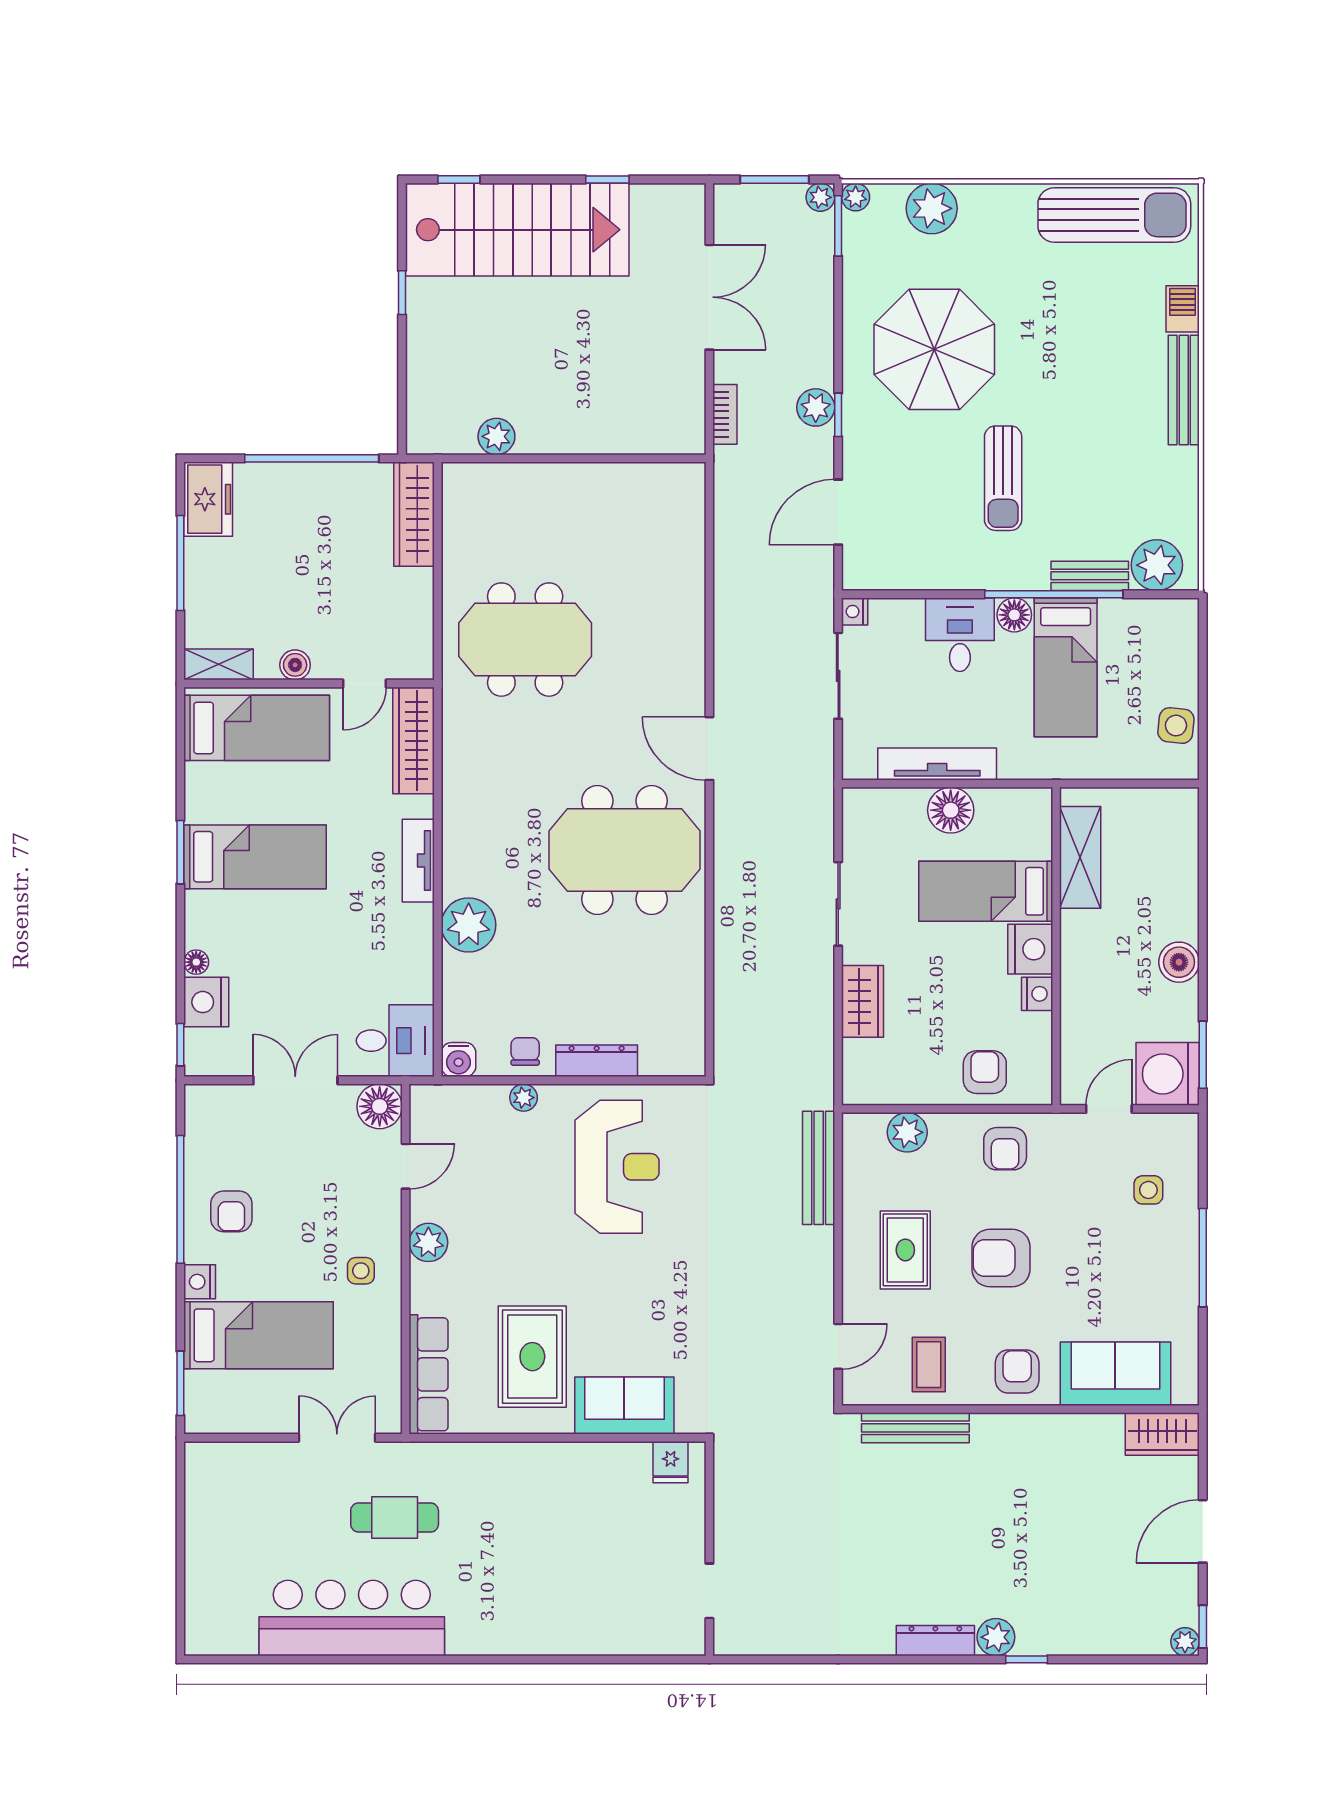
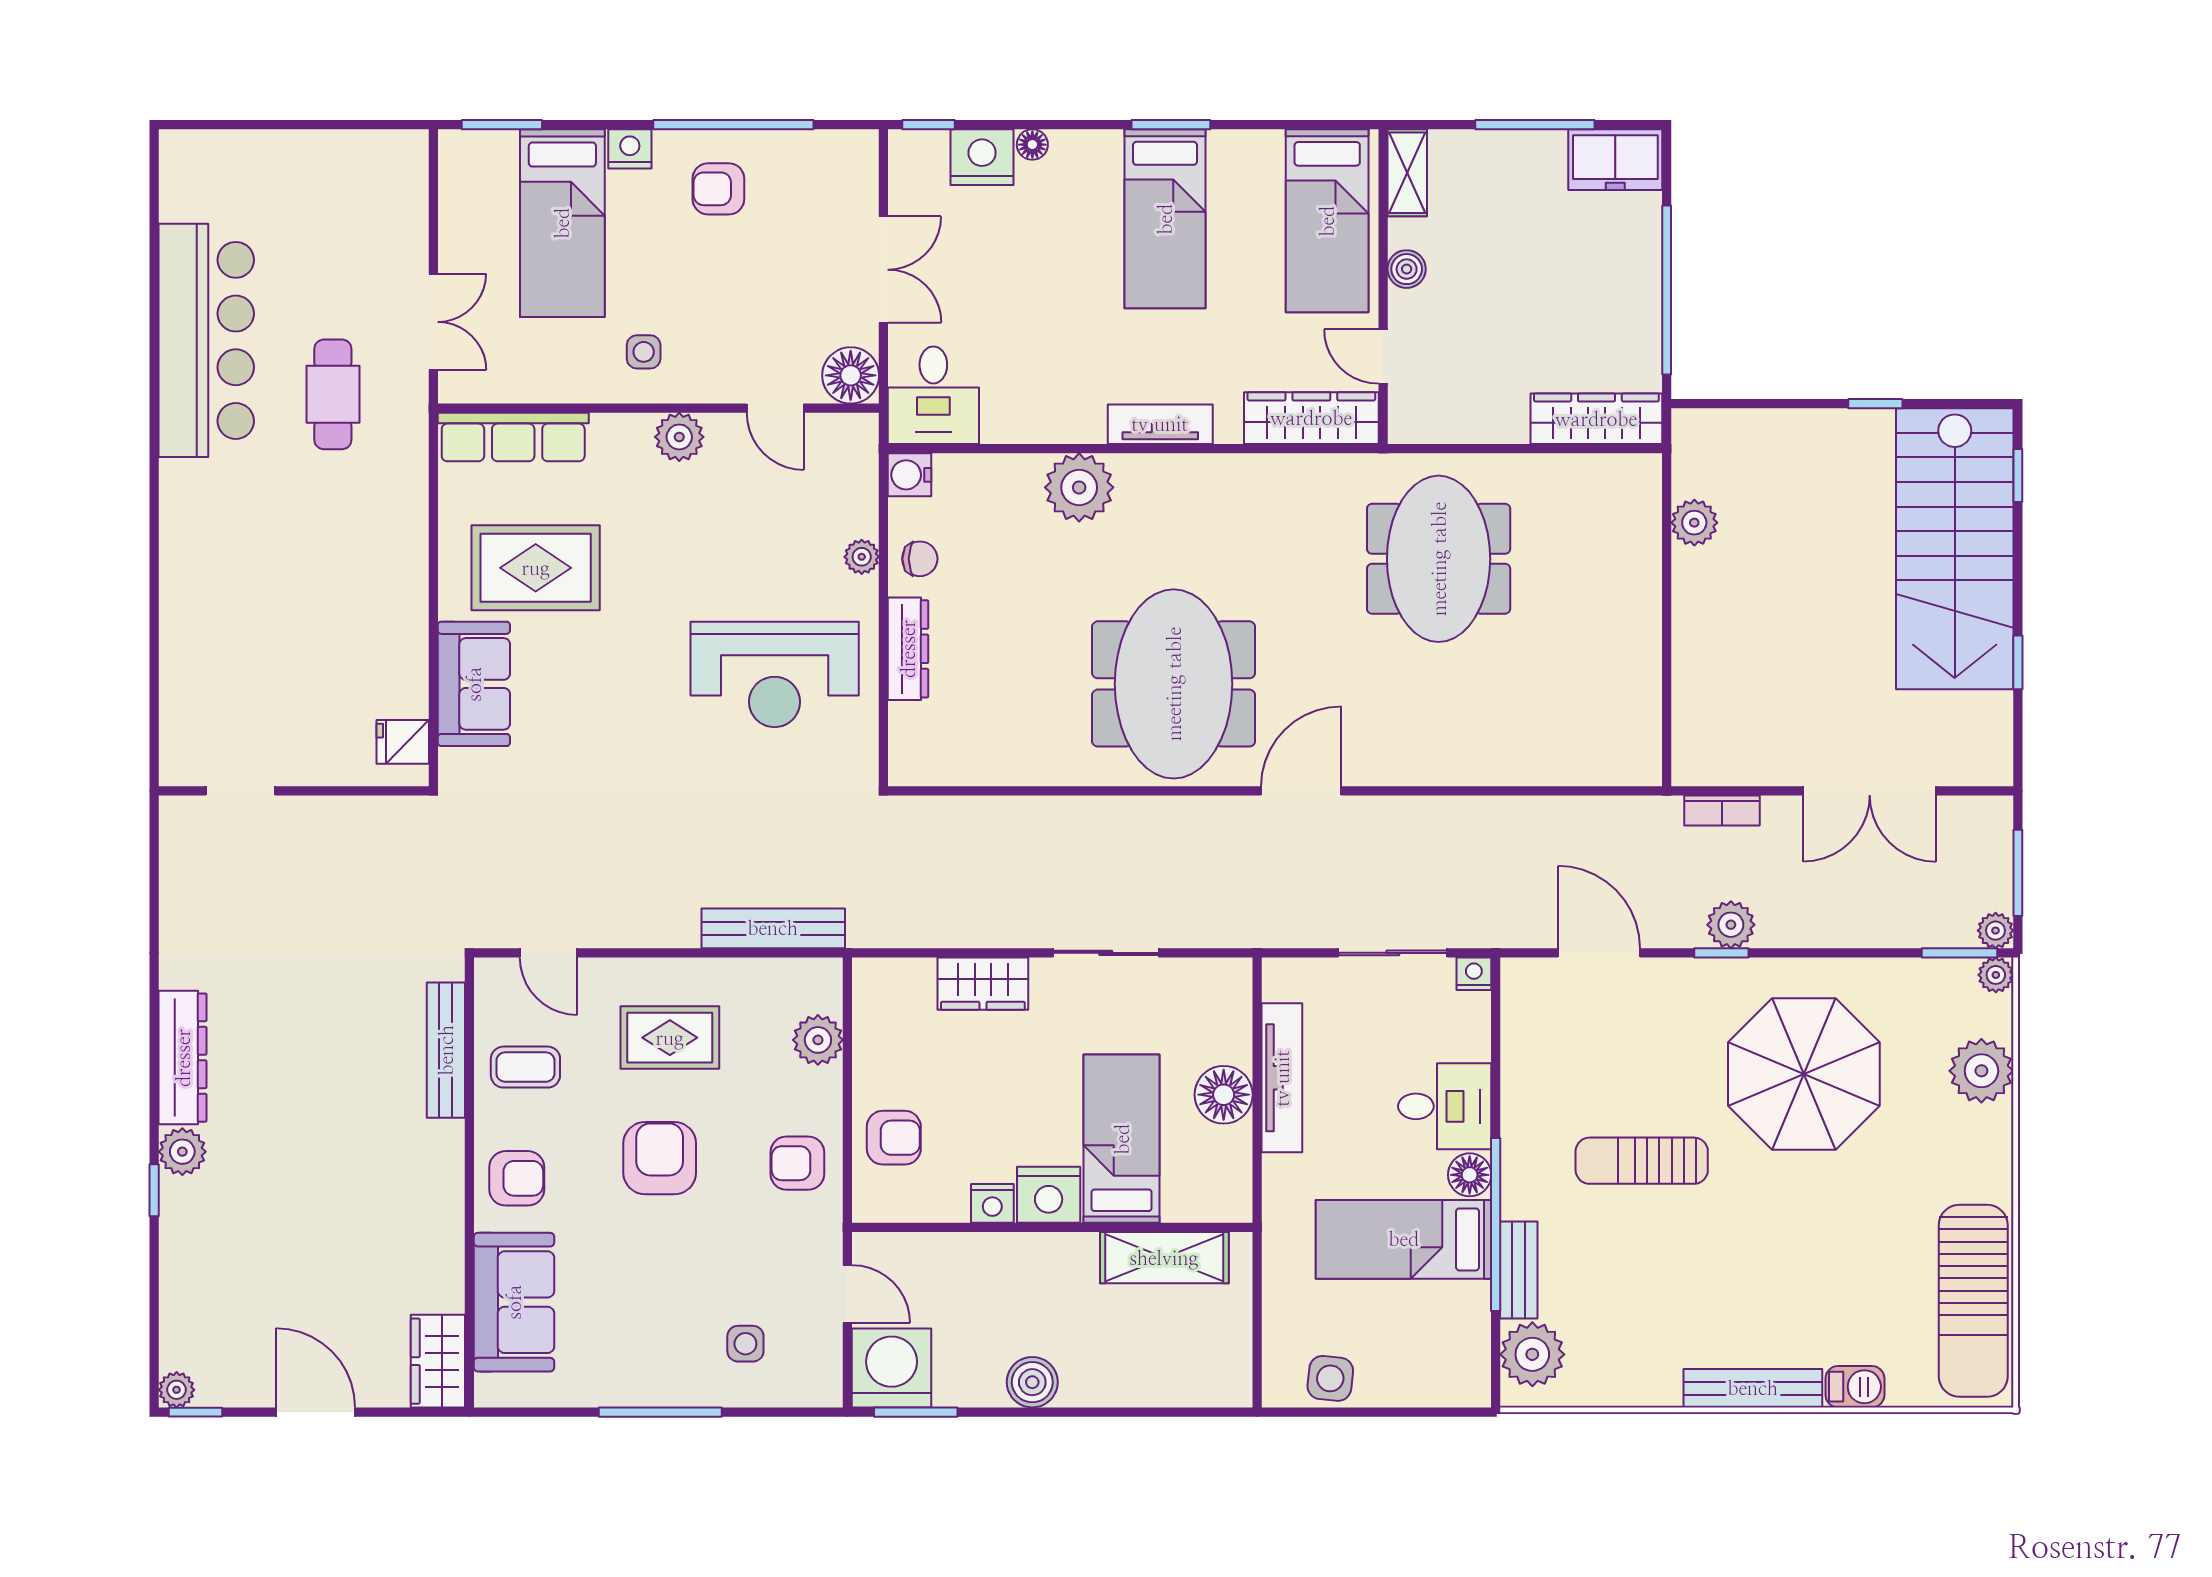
dresser: (935, 1641) -> (183, 1058), width x1.37, depth x1.24

